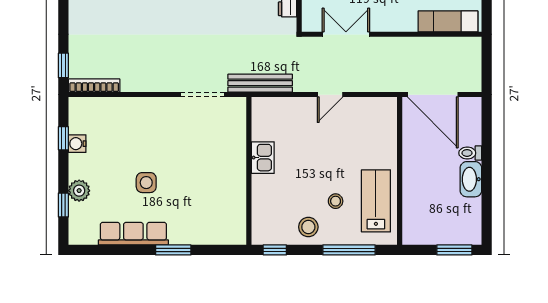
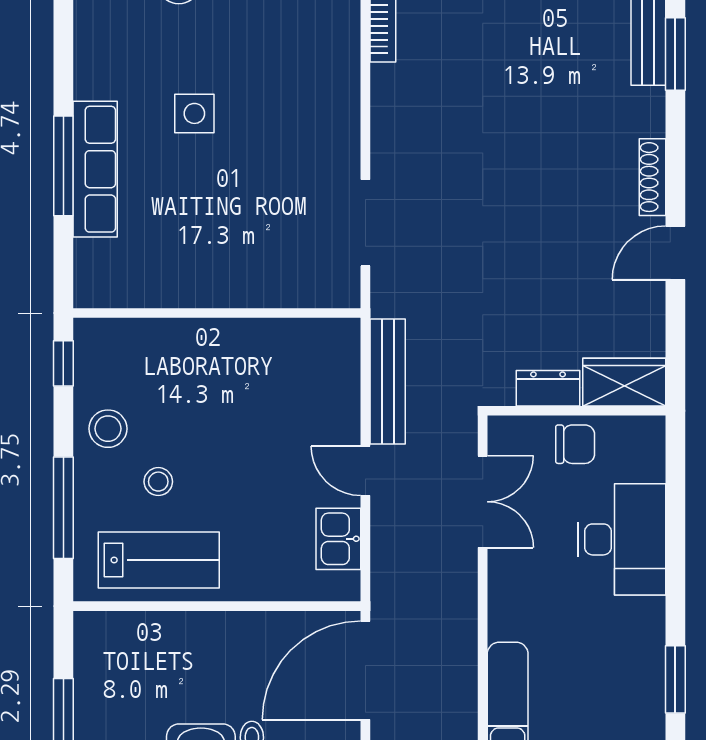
bench: (260, 83) -> (388, 382), moved
kitchen sink: (263, 158) -> (338, 539), moved, turned 90
row of seats: (133, 234) -> (95, 169), moved
window: (173, 250) -> (63, 166), width x1.44

